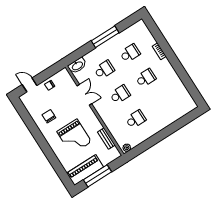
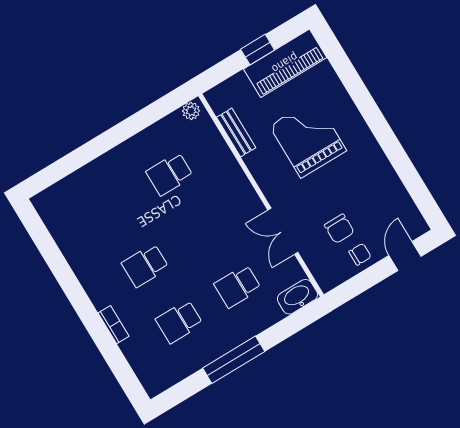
door: (29, 85) -> (405, 256), swing flipped
school desk: (120, 94) -> (204, 230), removed
chair: (49, 116) -> (339, 229), moved
window: (98, 176) -> (258, 50), width x0.46

